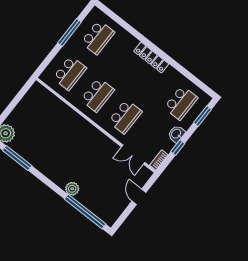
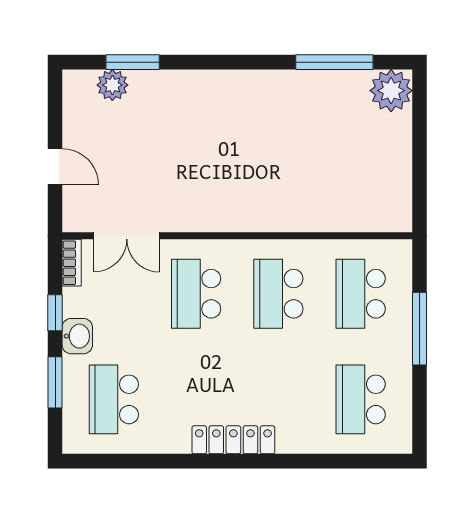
window: (69, 32) -> (419, 329), moved
window: (203, 116) -> (55, 382), moved
double door: (133, 155) -> (127, 236), swing flipped
plant: (72, 189) -> (112, 85), moved
window: (85, 211) -> (133, 62), width x0.47

